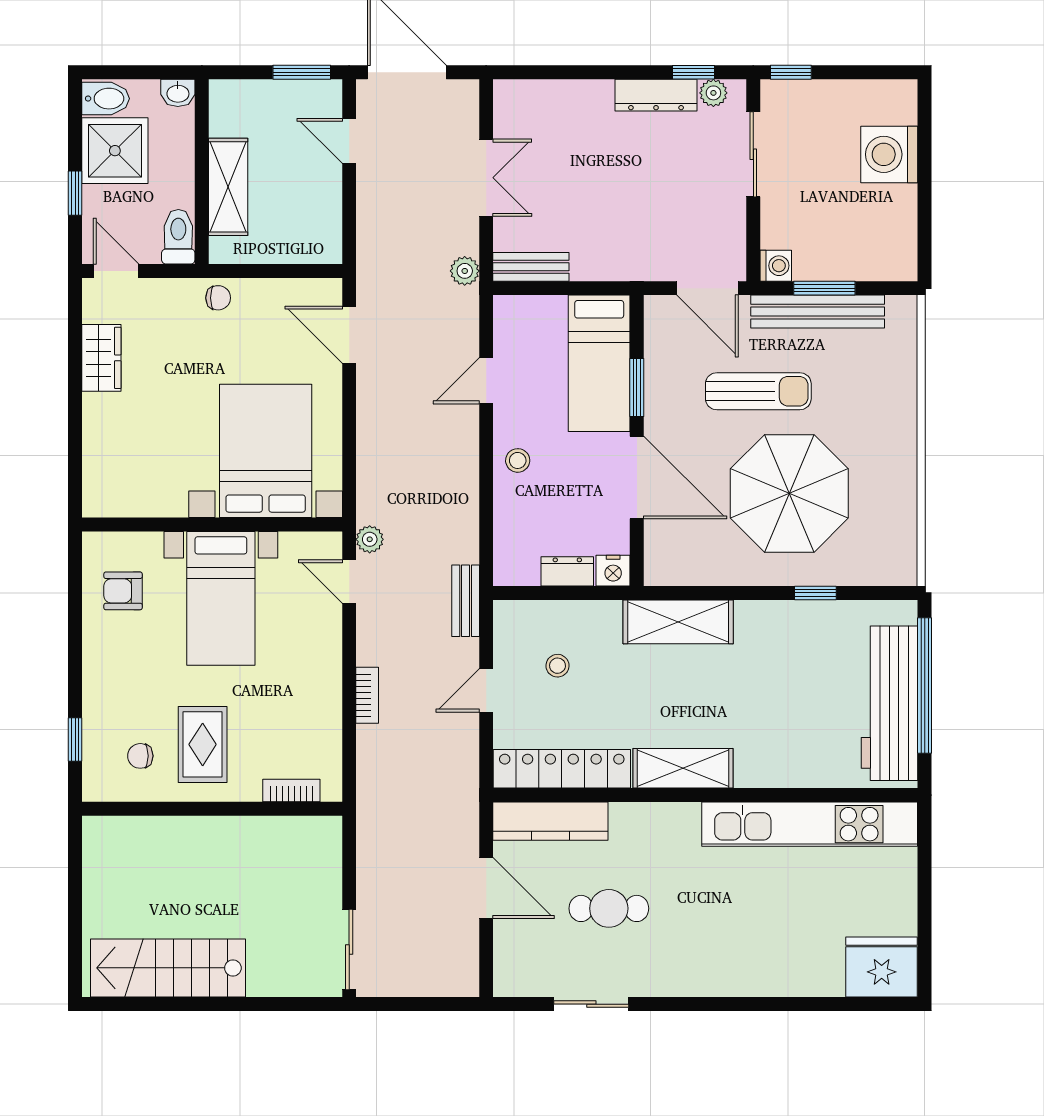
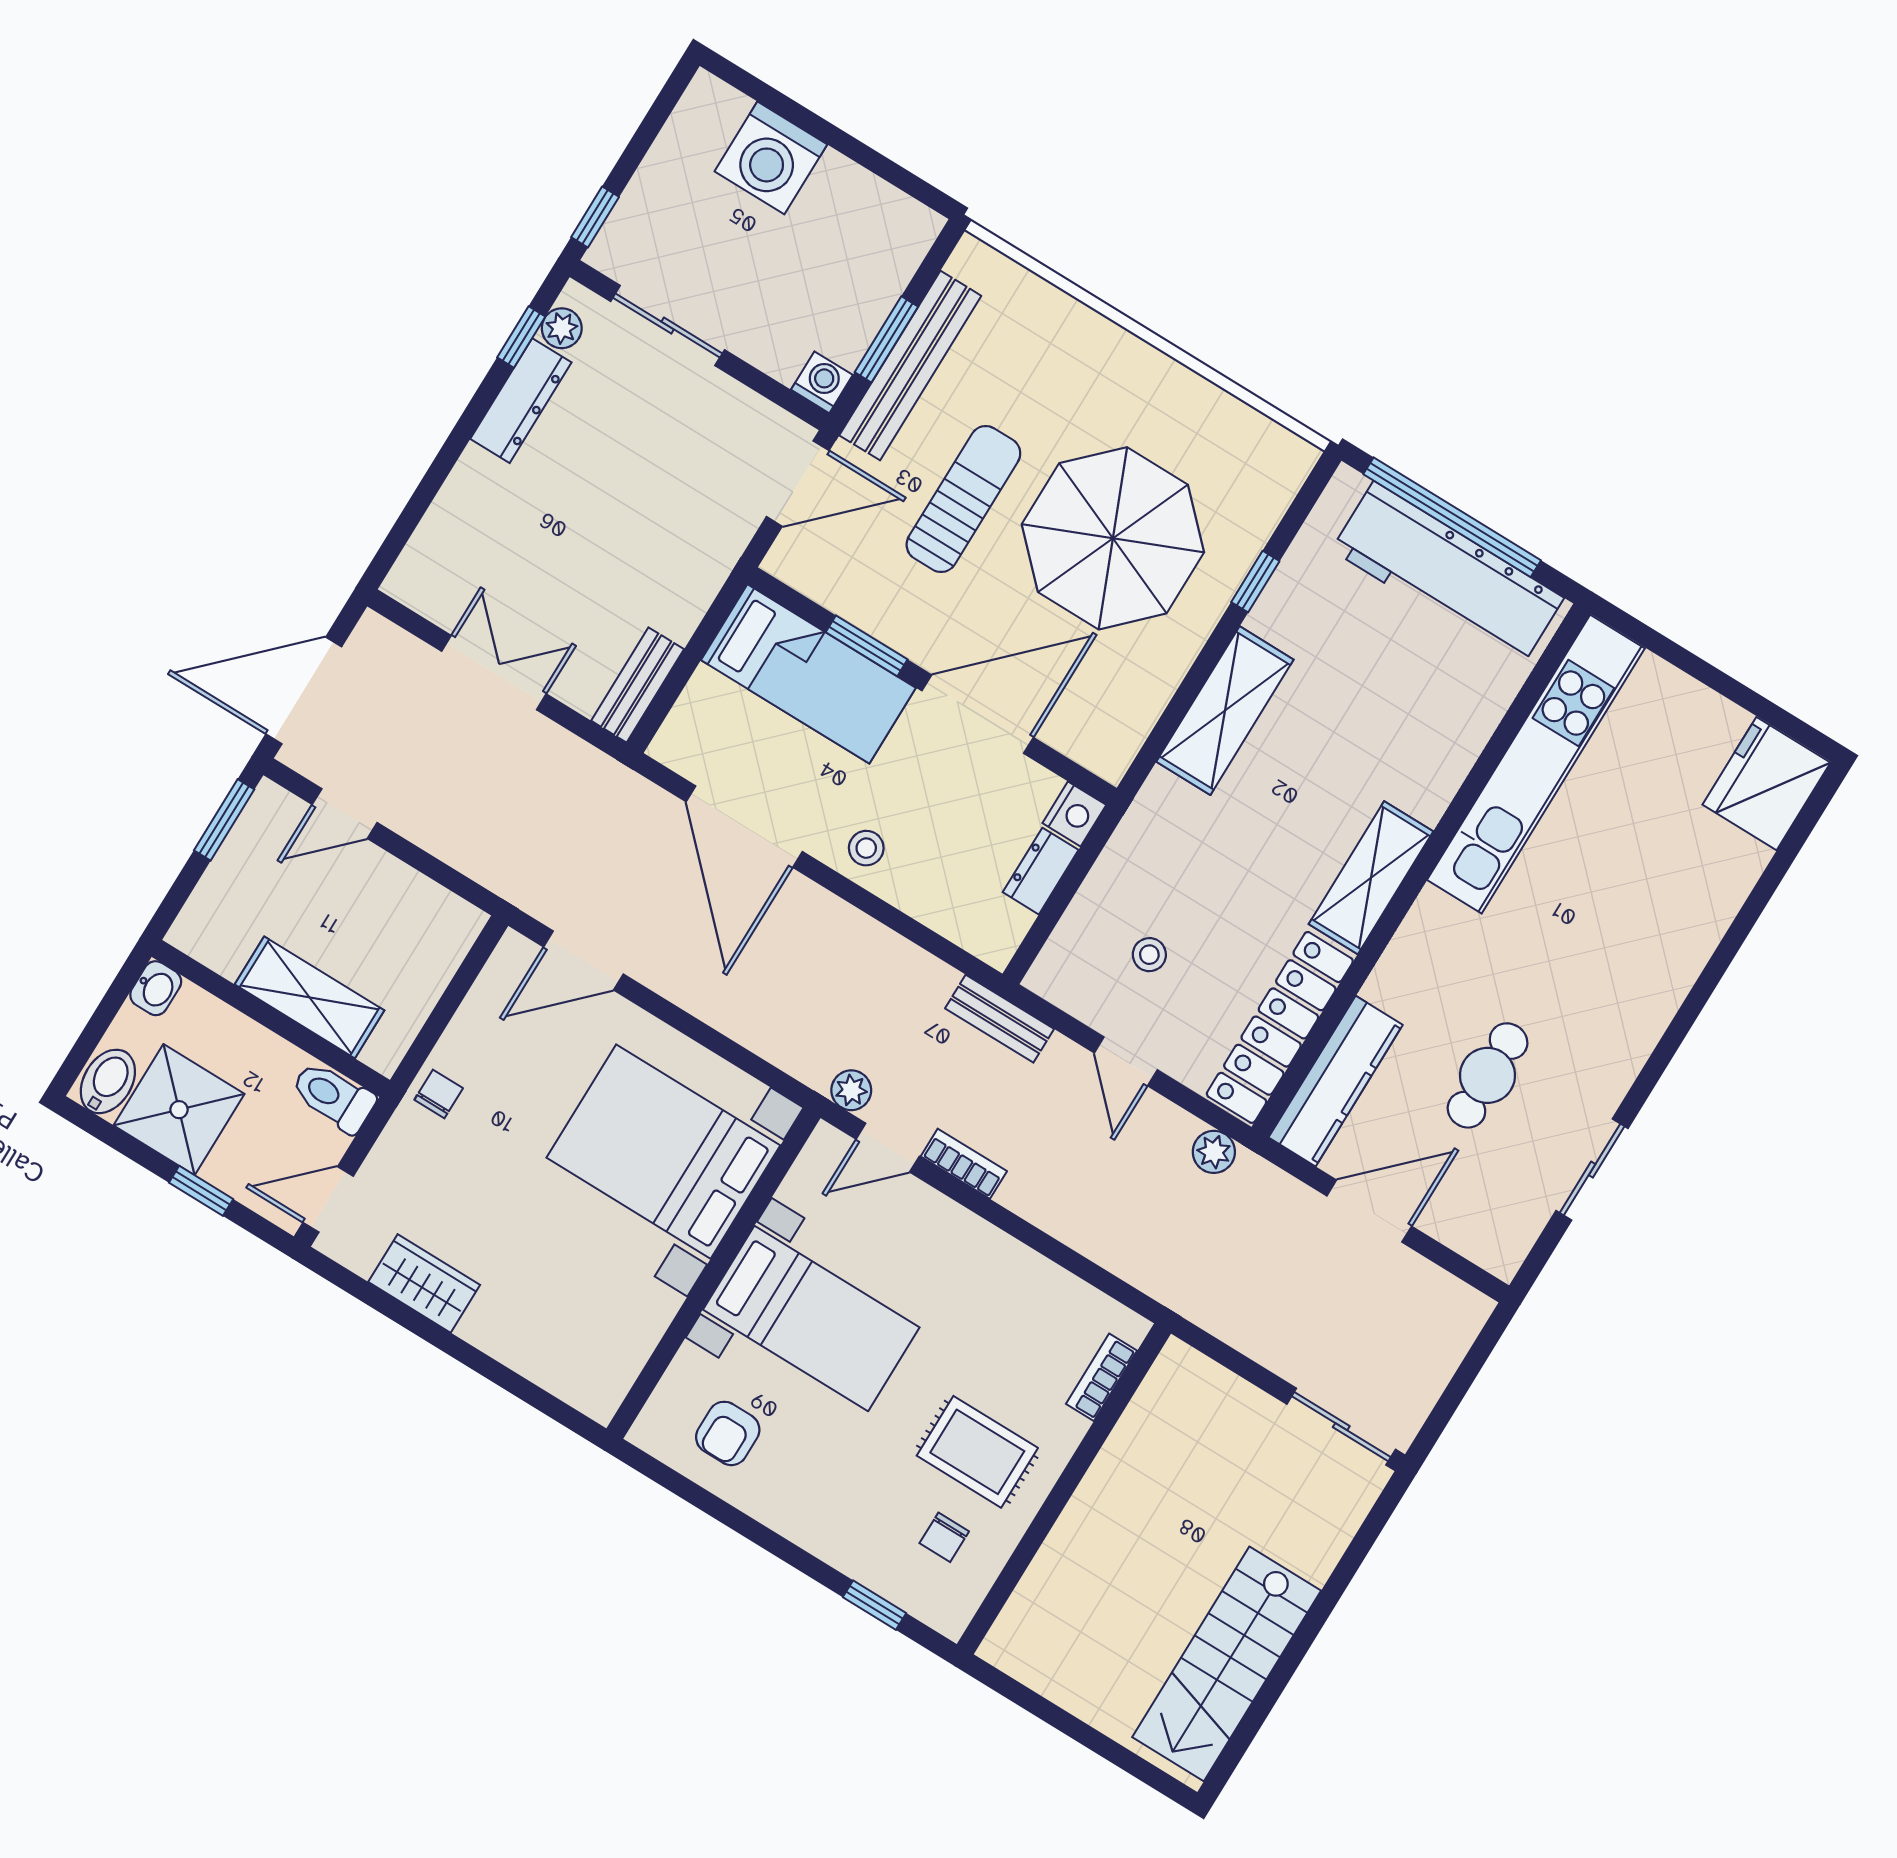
plant: (465, 271) -> (1214, 1152), moved
door: (486, 381) -> (744, 827), width x1.87
shelving: (678, 622) -> (1225, 711), moved
bookcase: (367, 695) -> (964, 1164), moved

